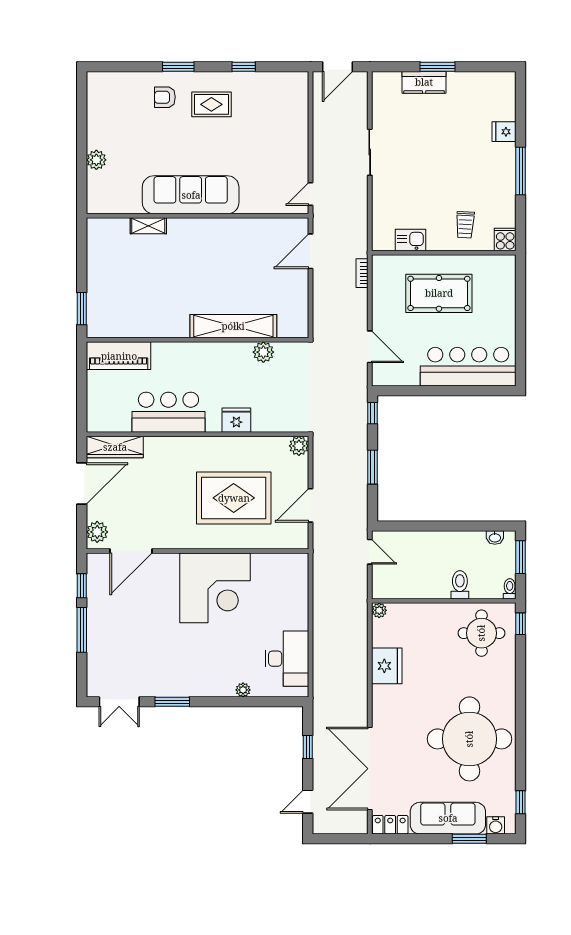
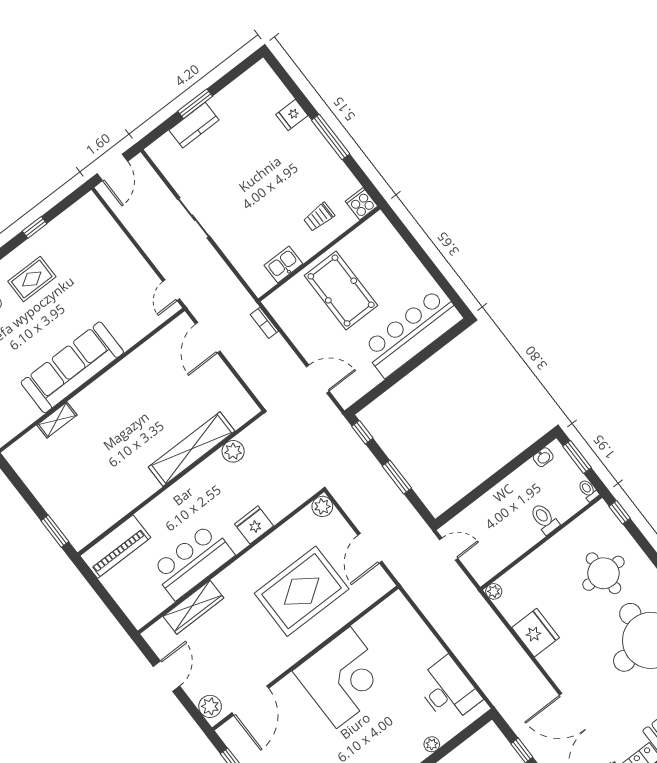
trolley: (465, 225) -> (319, 217), turned 87
pool table: (439, 293) -> (341, 291), turned 90
wardrobe: (115, 447) -> (193, 607), moved
door: (82, 484) -> (166, 676), width x0.73
round table: (481, 633) -> (603, 573), moved

